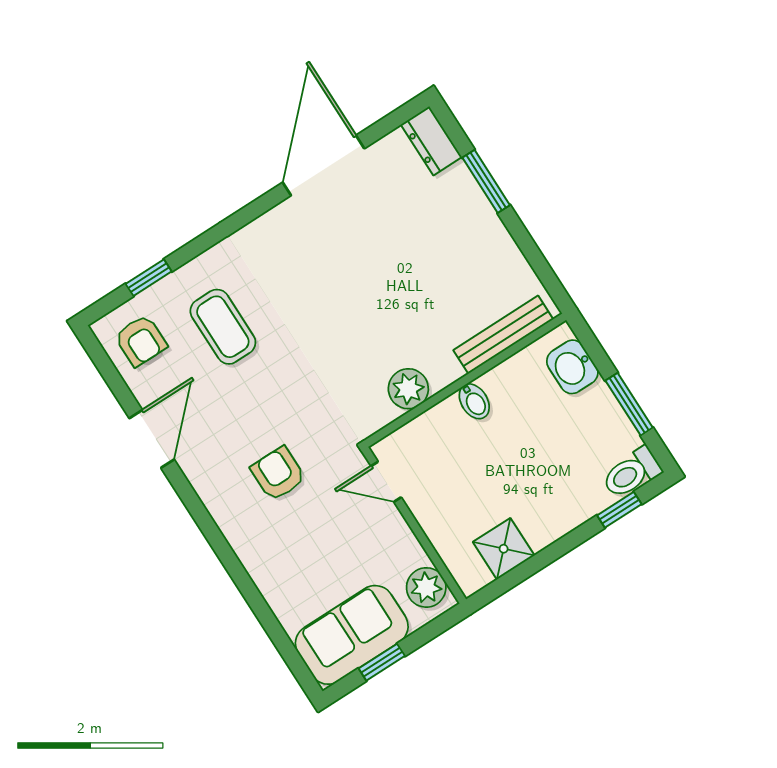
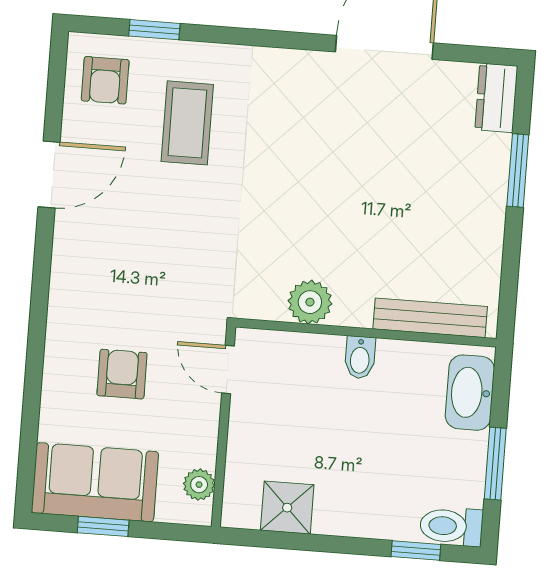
washbasin: (572, 367) -> (470, 393), width x1.38
armchair: (278, 474) -> (122, 374), moved
plant: (426, 587) -> (199, 485), width x0.73, depth x0.73

